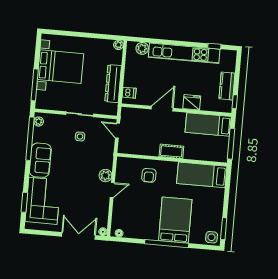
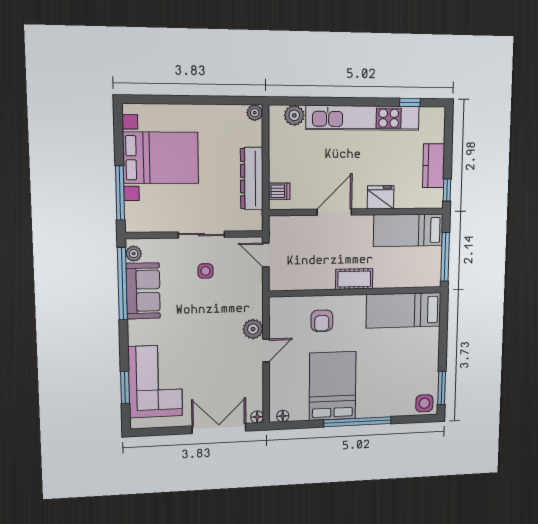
sofa: (40, 160) -> (143, 291), moved
bed: (175, 220) -> (333, 386), moved

